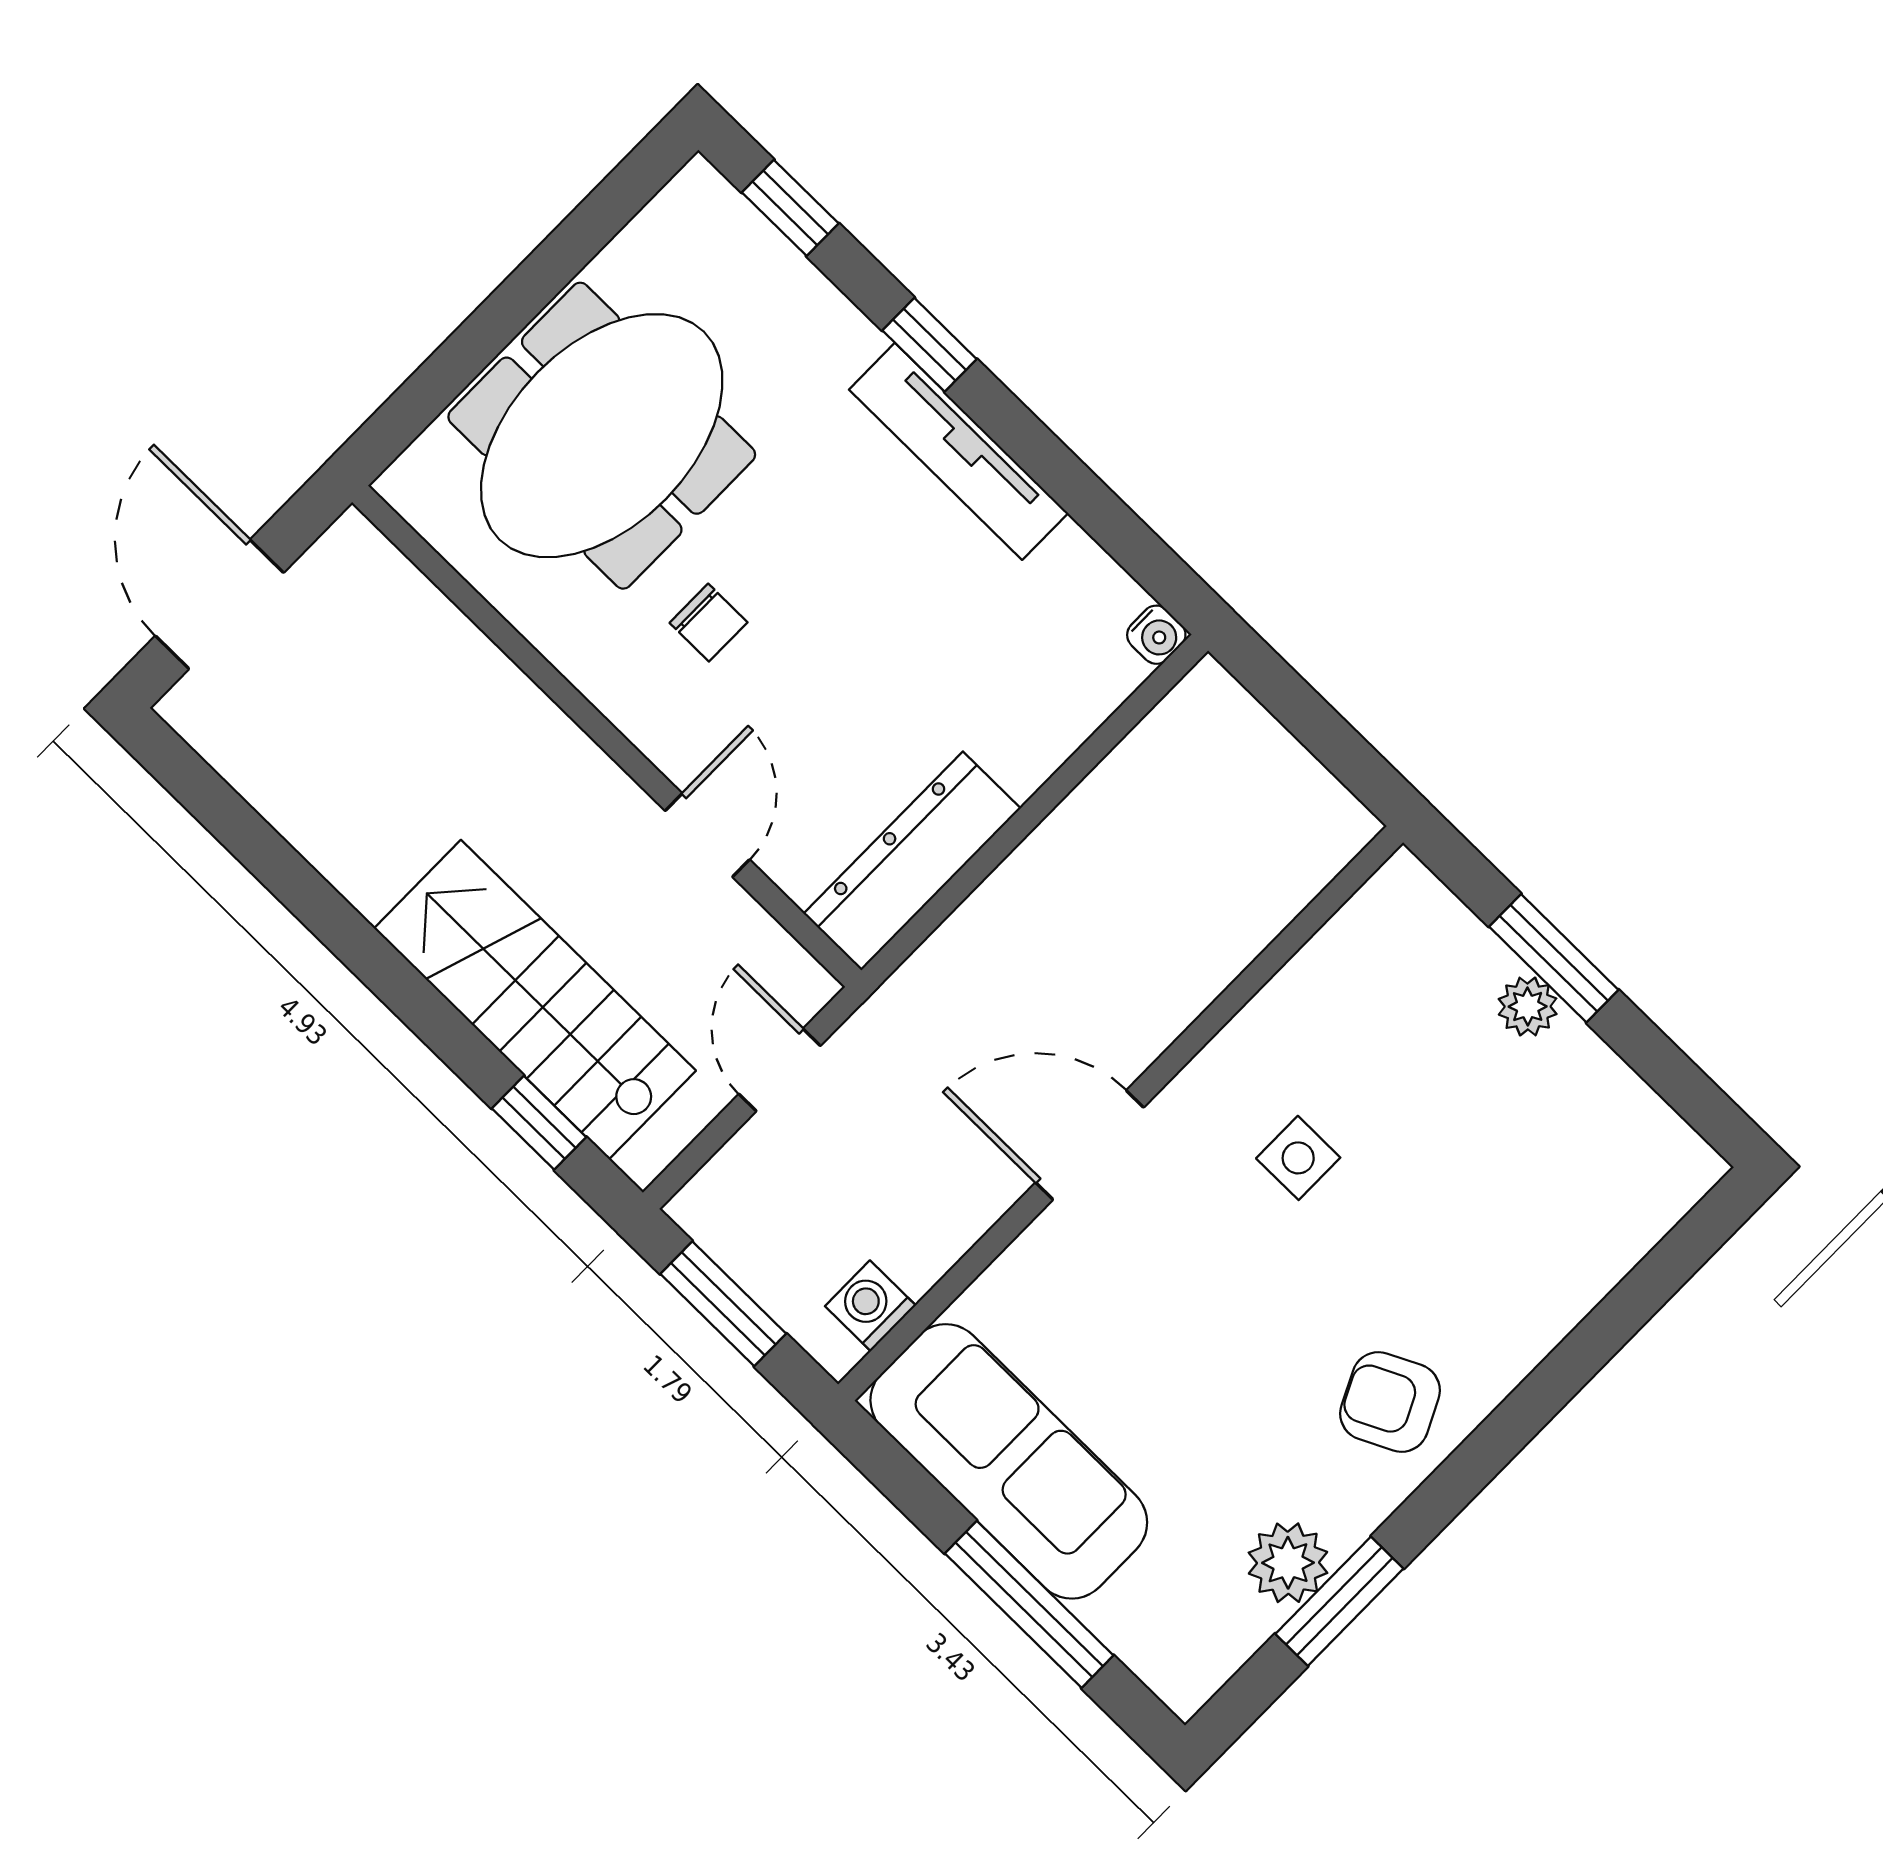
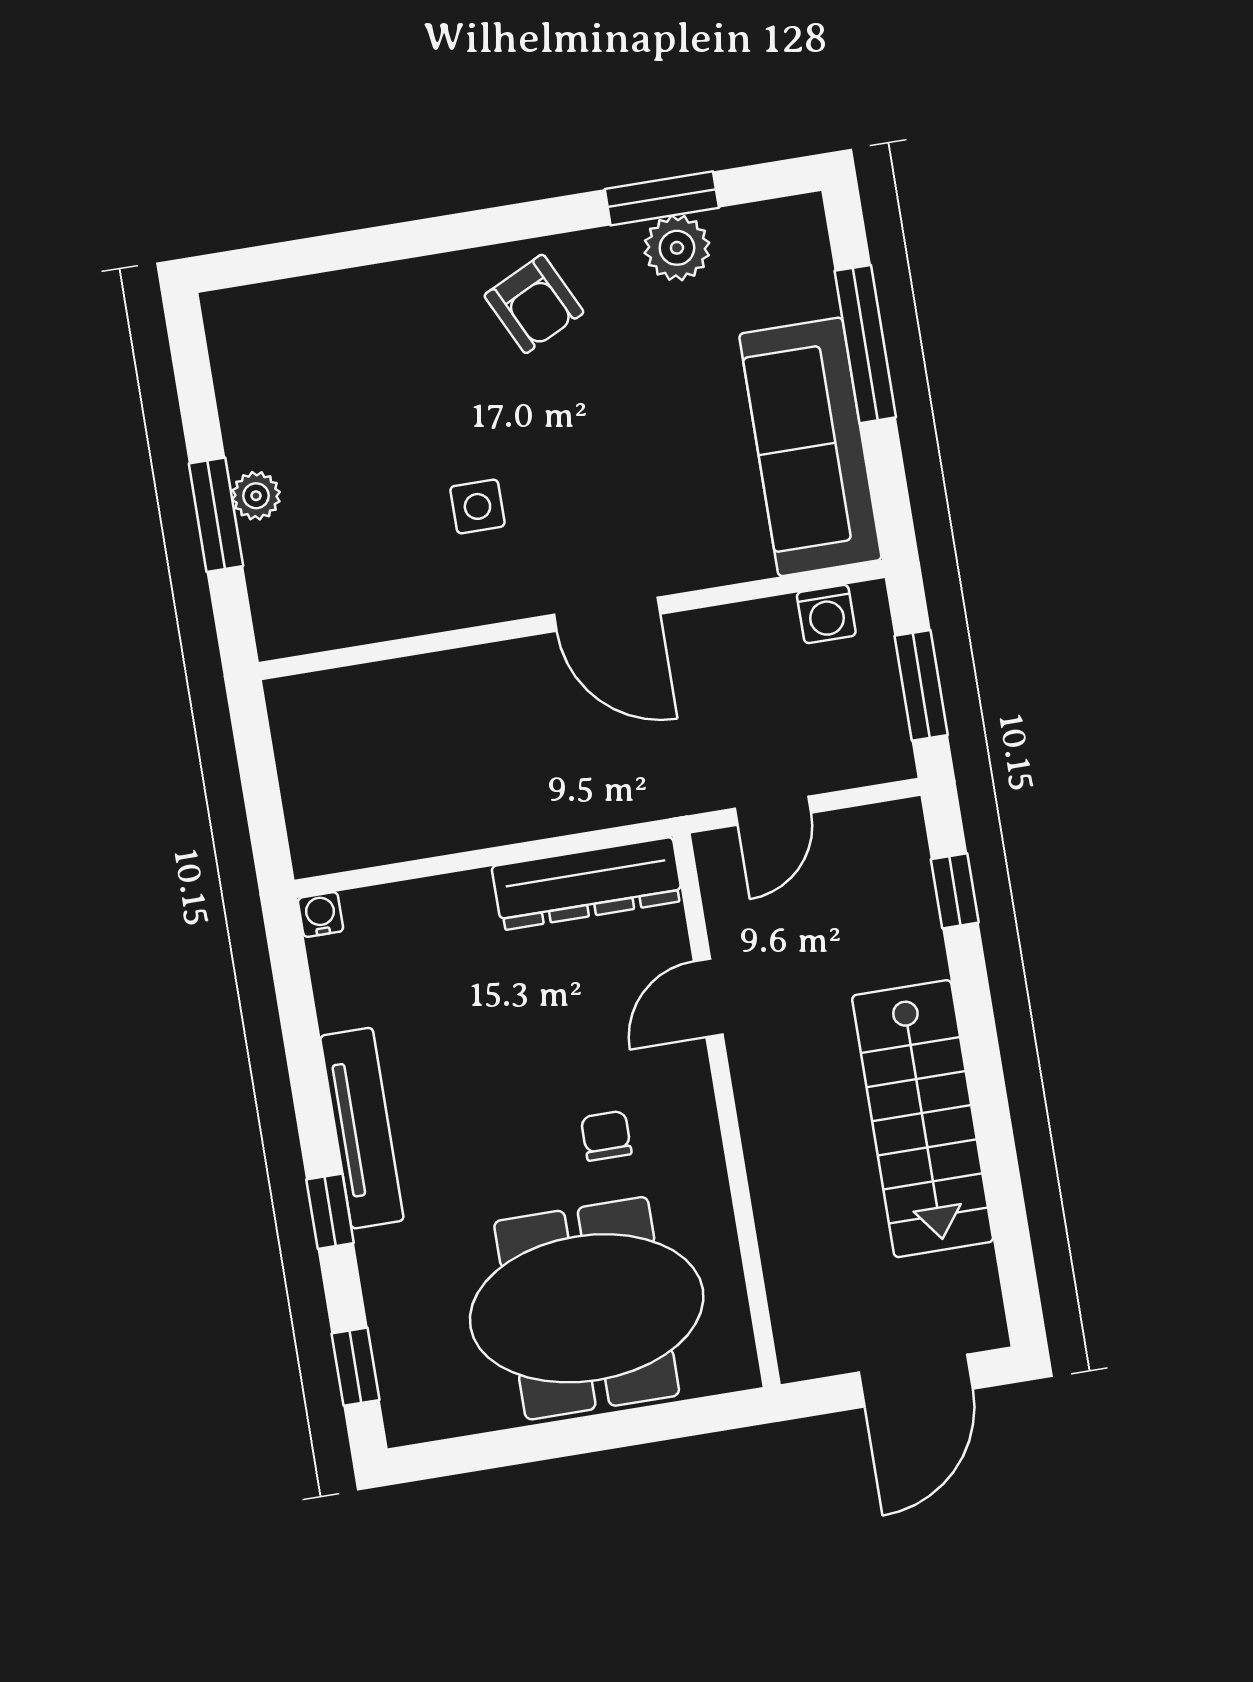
stairs: (535, 1000) -> (923, 1119), moved

